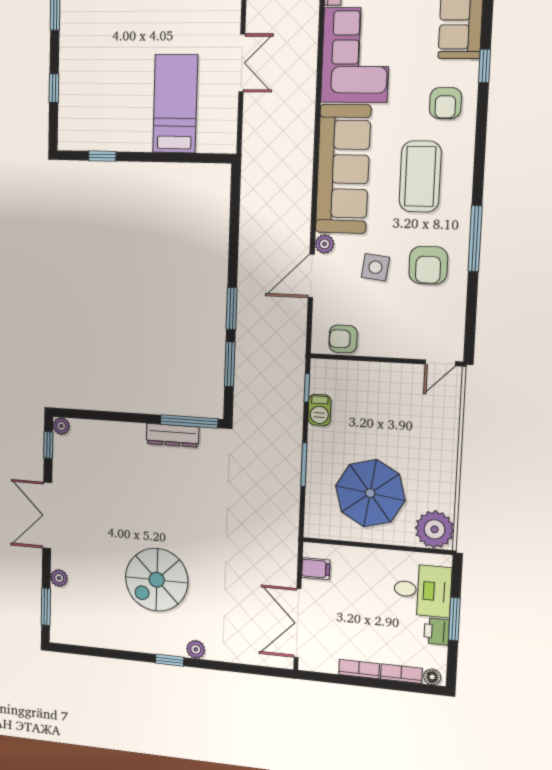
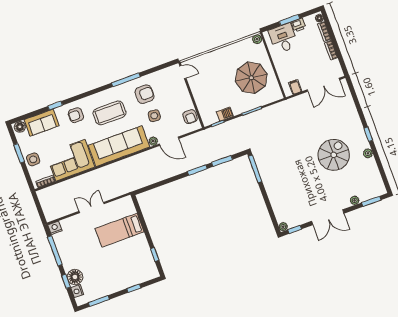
armchair: (445, 103) -> (76, 115), turned 180
dresser: (173, 435) -> (265, 174), removed
plant: (435, 529) -> (257, 39), width x0.53, depth x0.53
spiral stairs: (157, 580) -> (334, 155), turned -90
plant: (196, 649) -> (368, 153), moved

